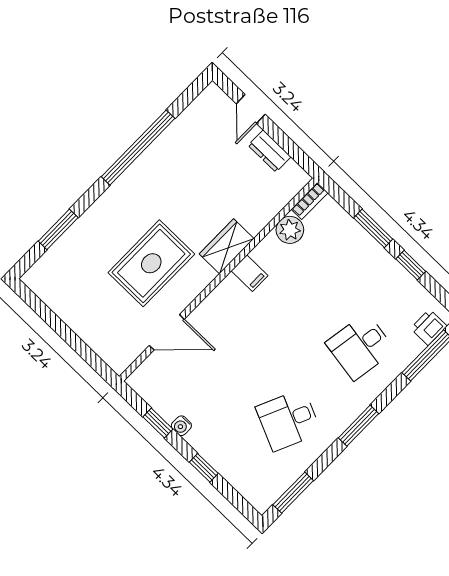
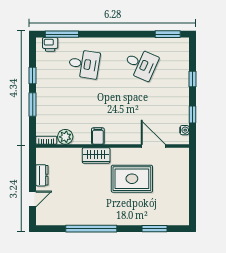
water cooler: (181, 426) -> (184, 130), moved
window: (358, 426) -> (116, 34), removed

